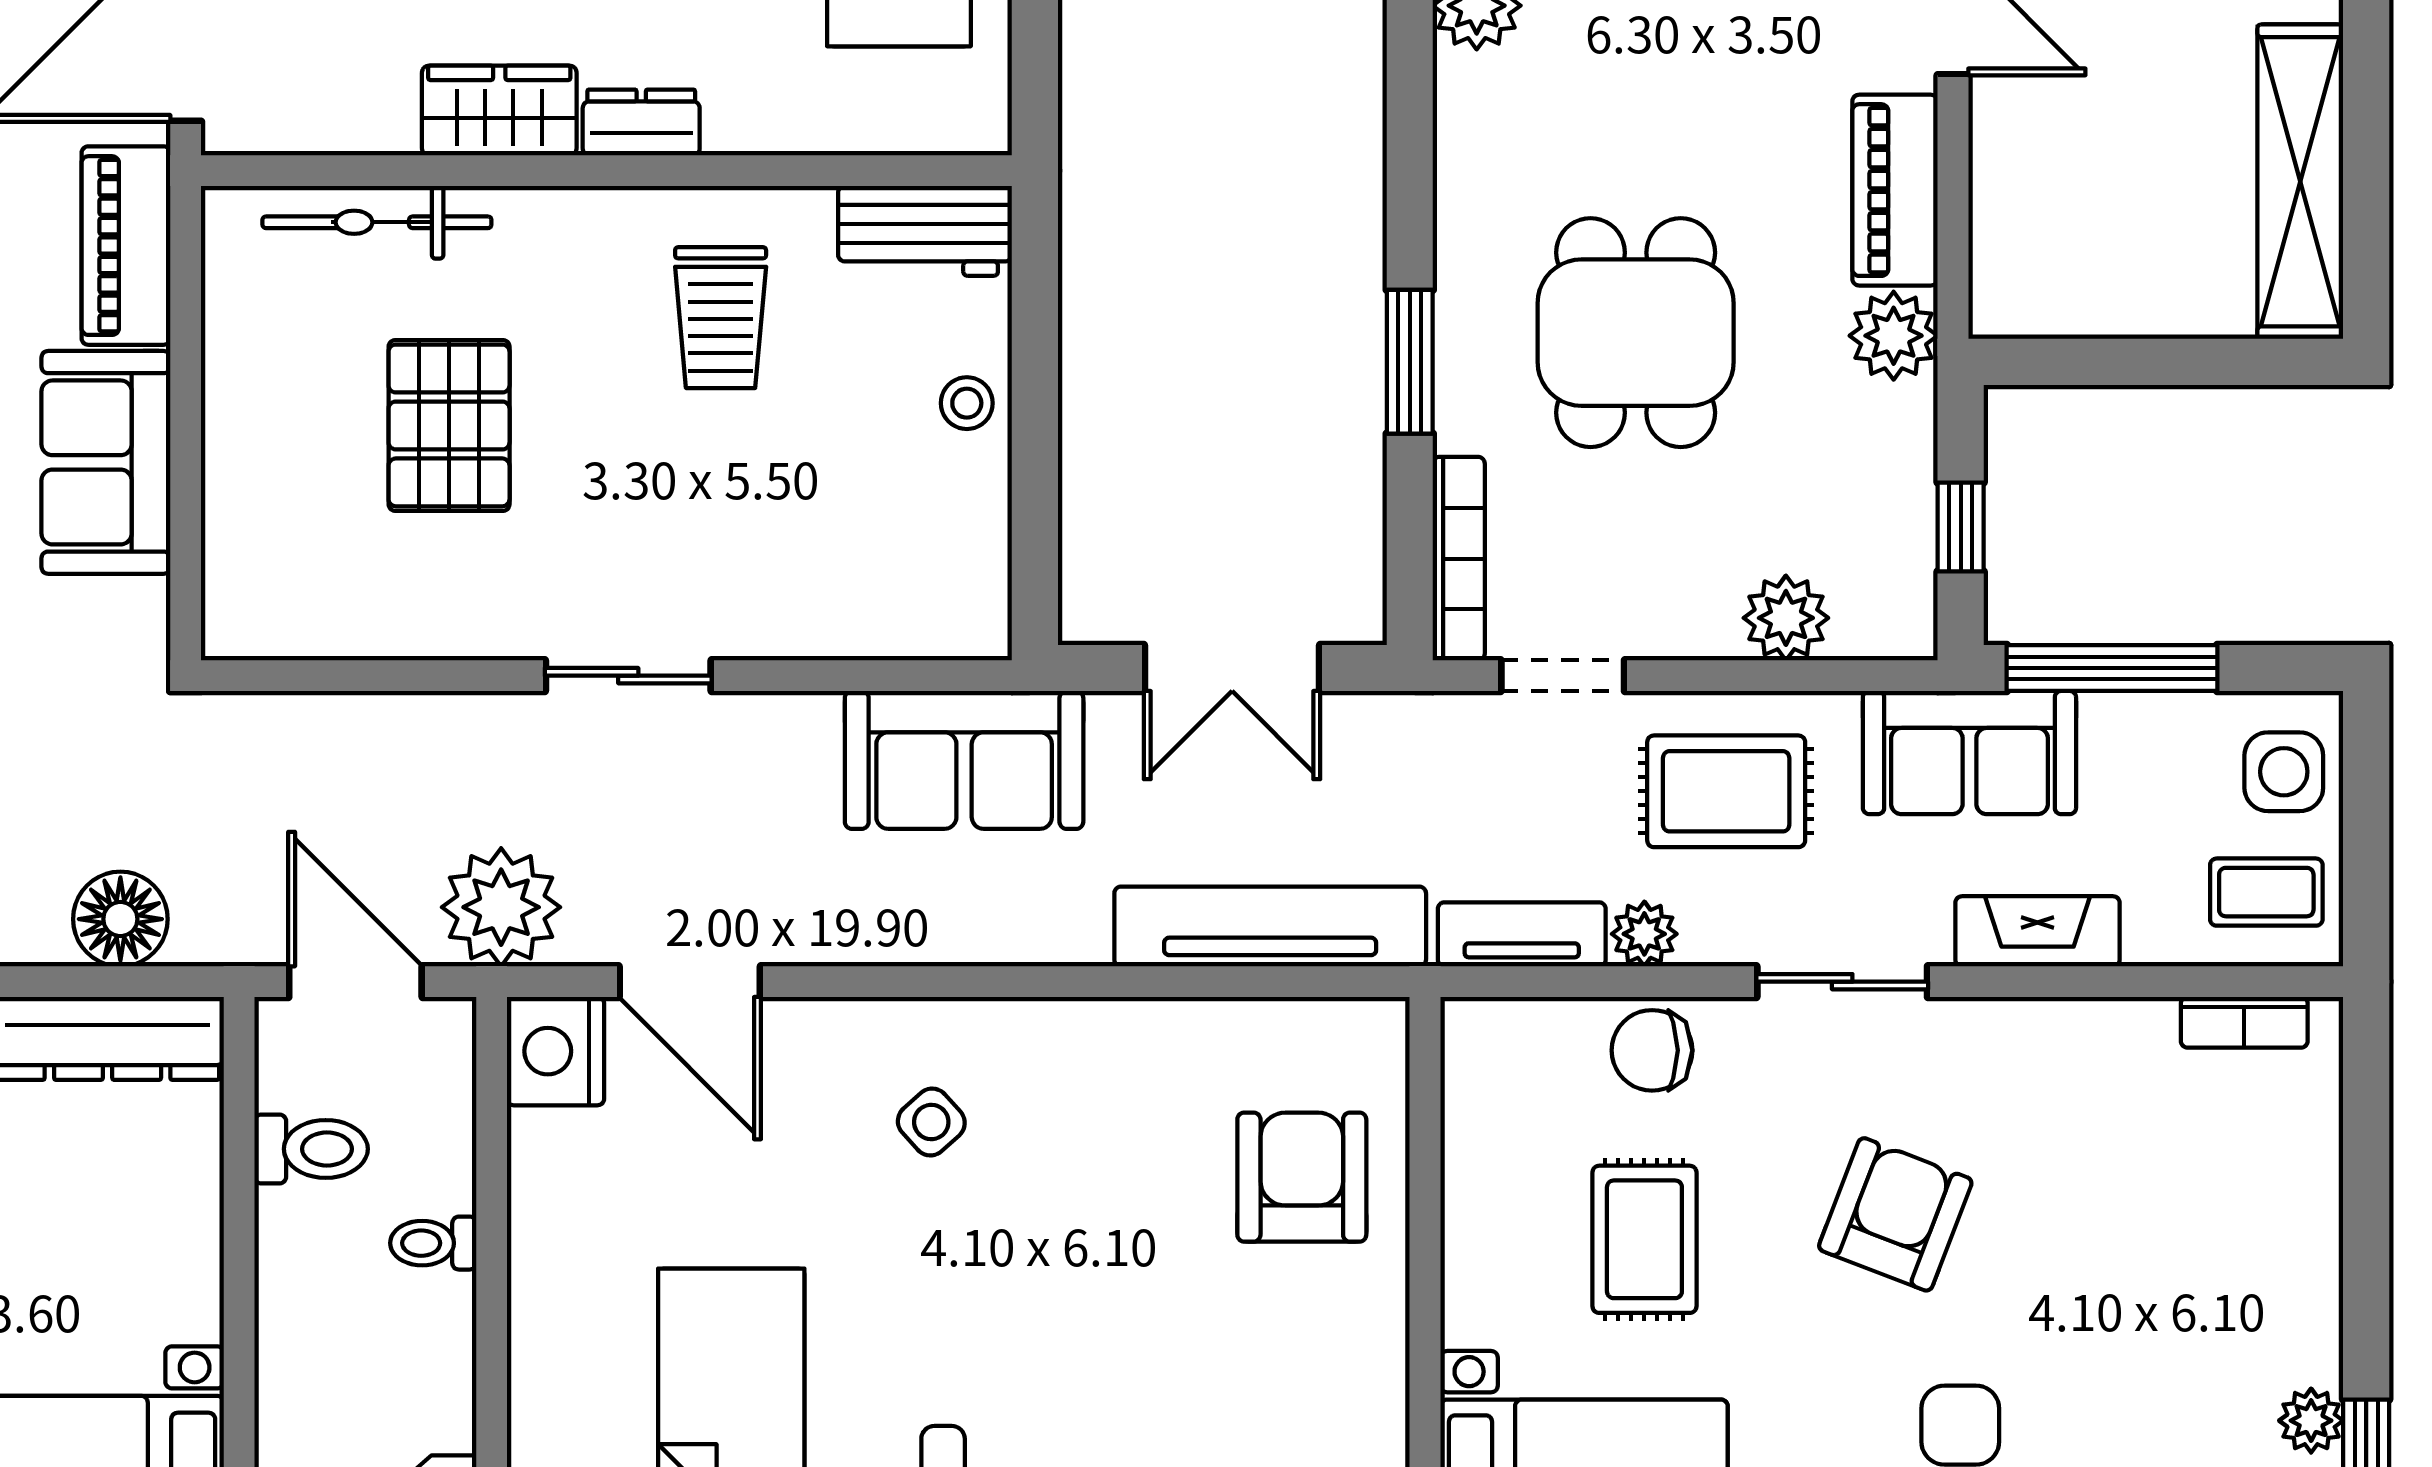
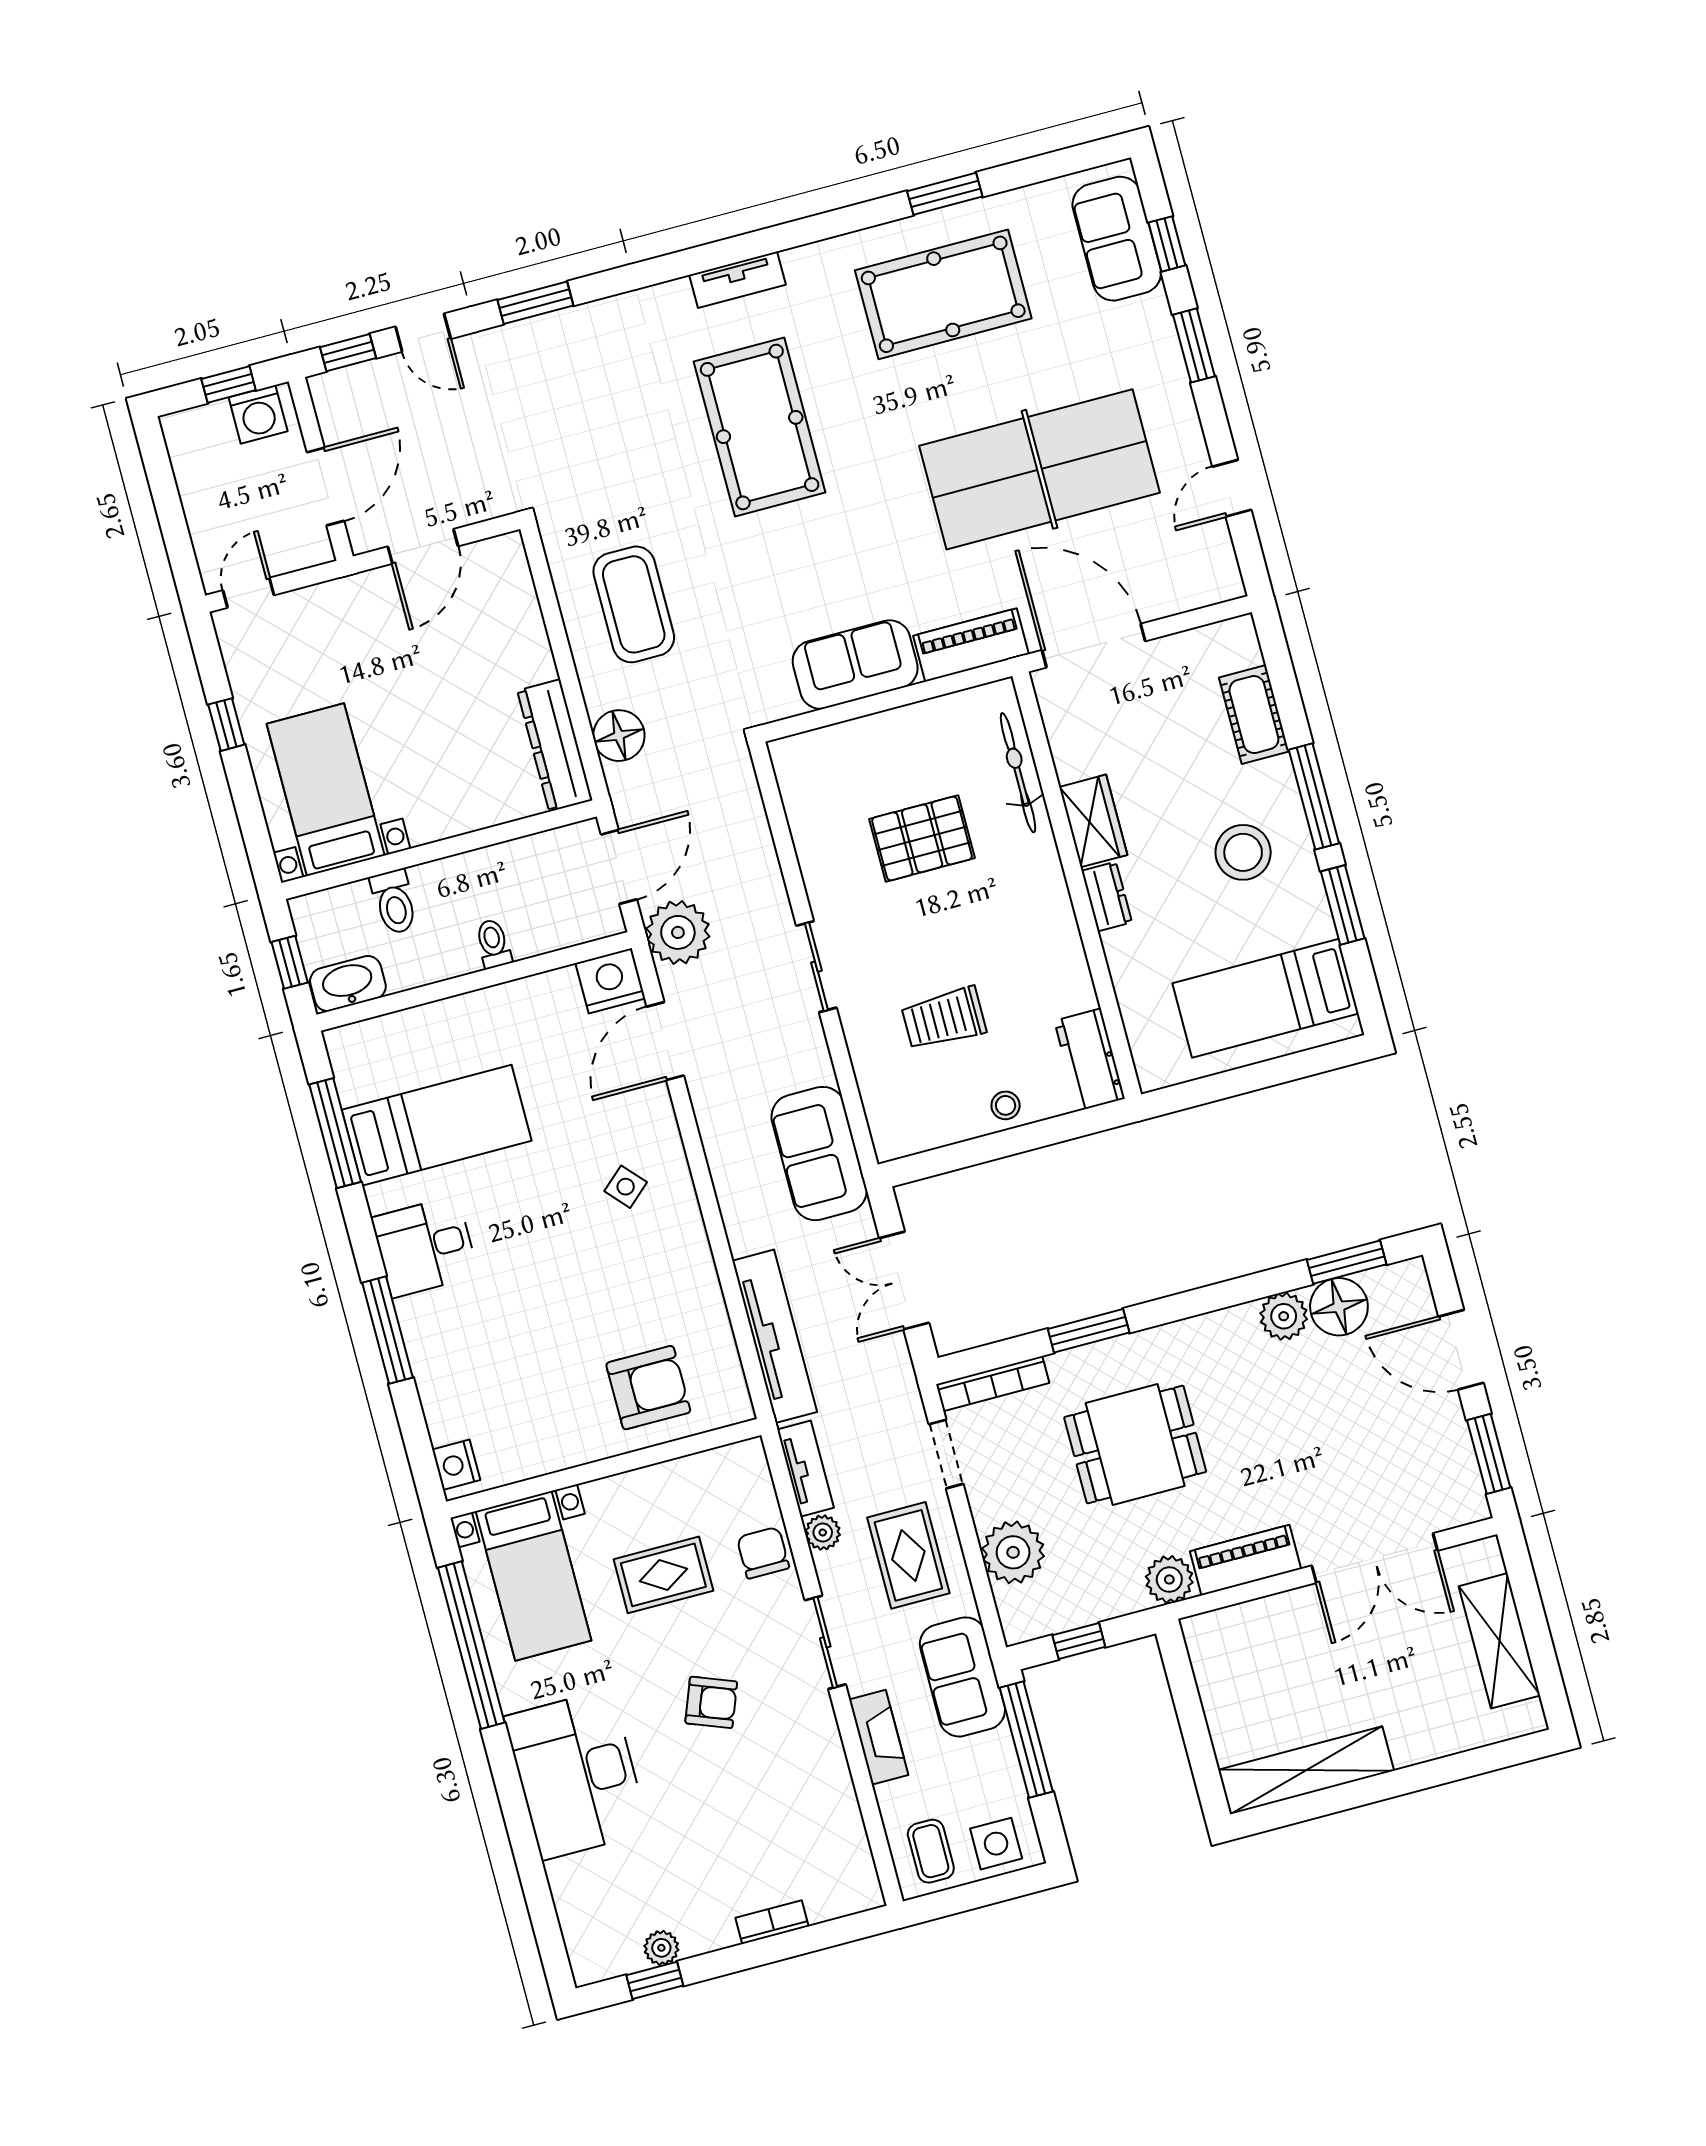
trolley: (721, 318) -> (944, 1018), moved
plant: (1786, 618) -> (1013, 1552), width x1.36, depth x1.36
bookcase: (2244, 1022) -> (772, 1922), moved, turned 90
toilet: (311, 1149) -> (394, 902), moved
armchair: (1895, 1214) -> (711, 1702), width x0.72, depth x0.72

